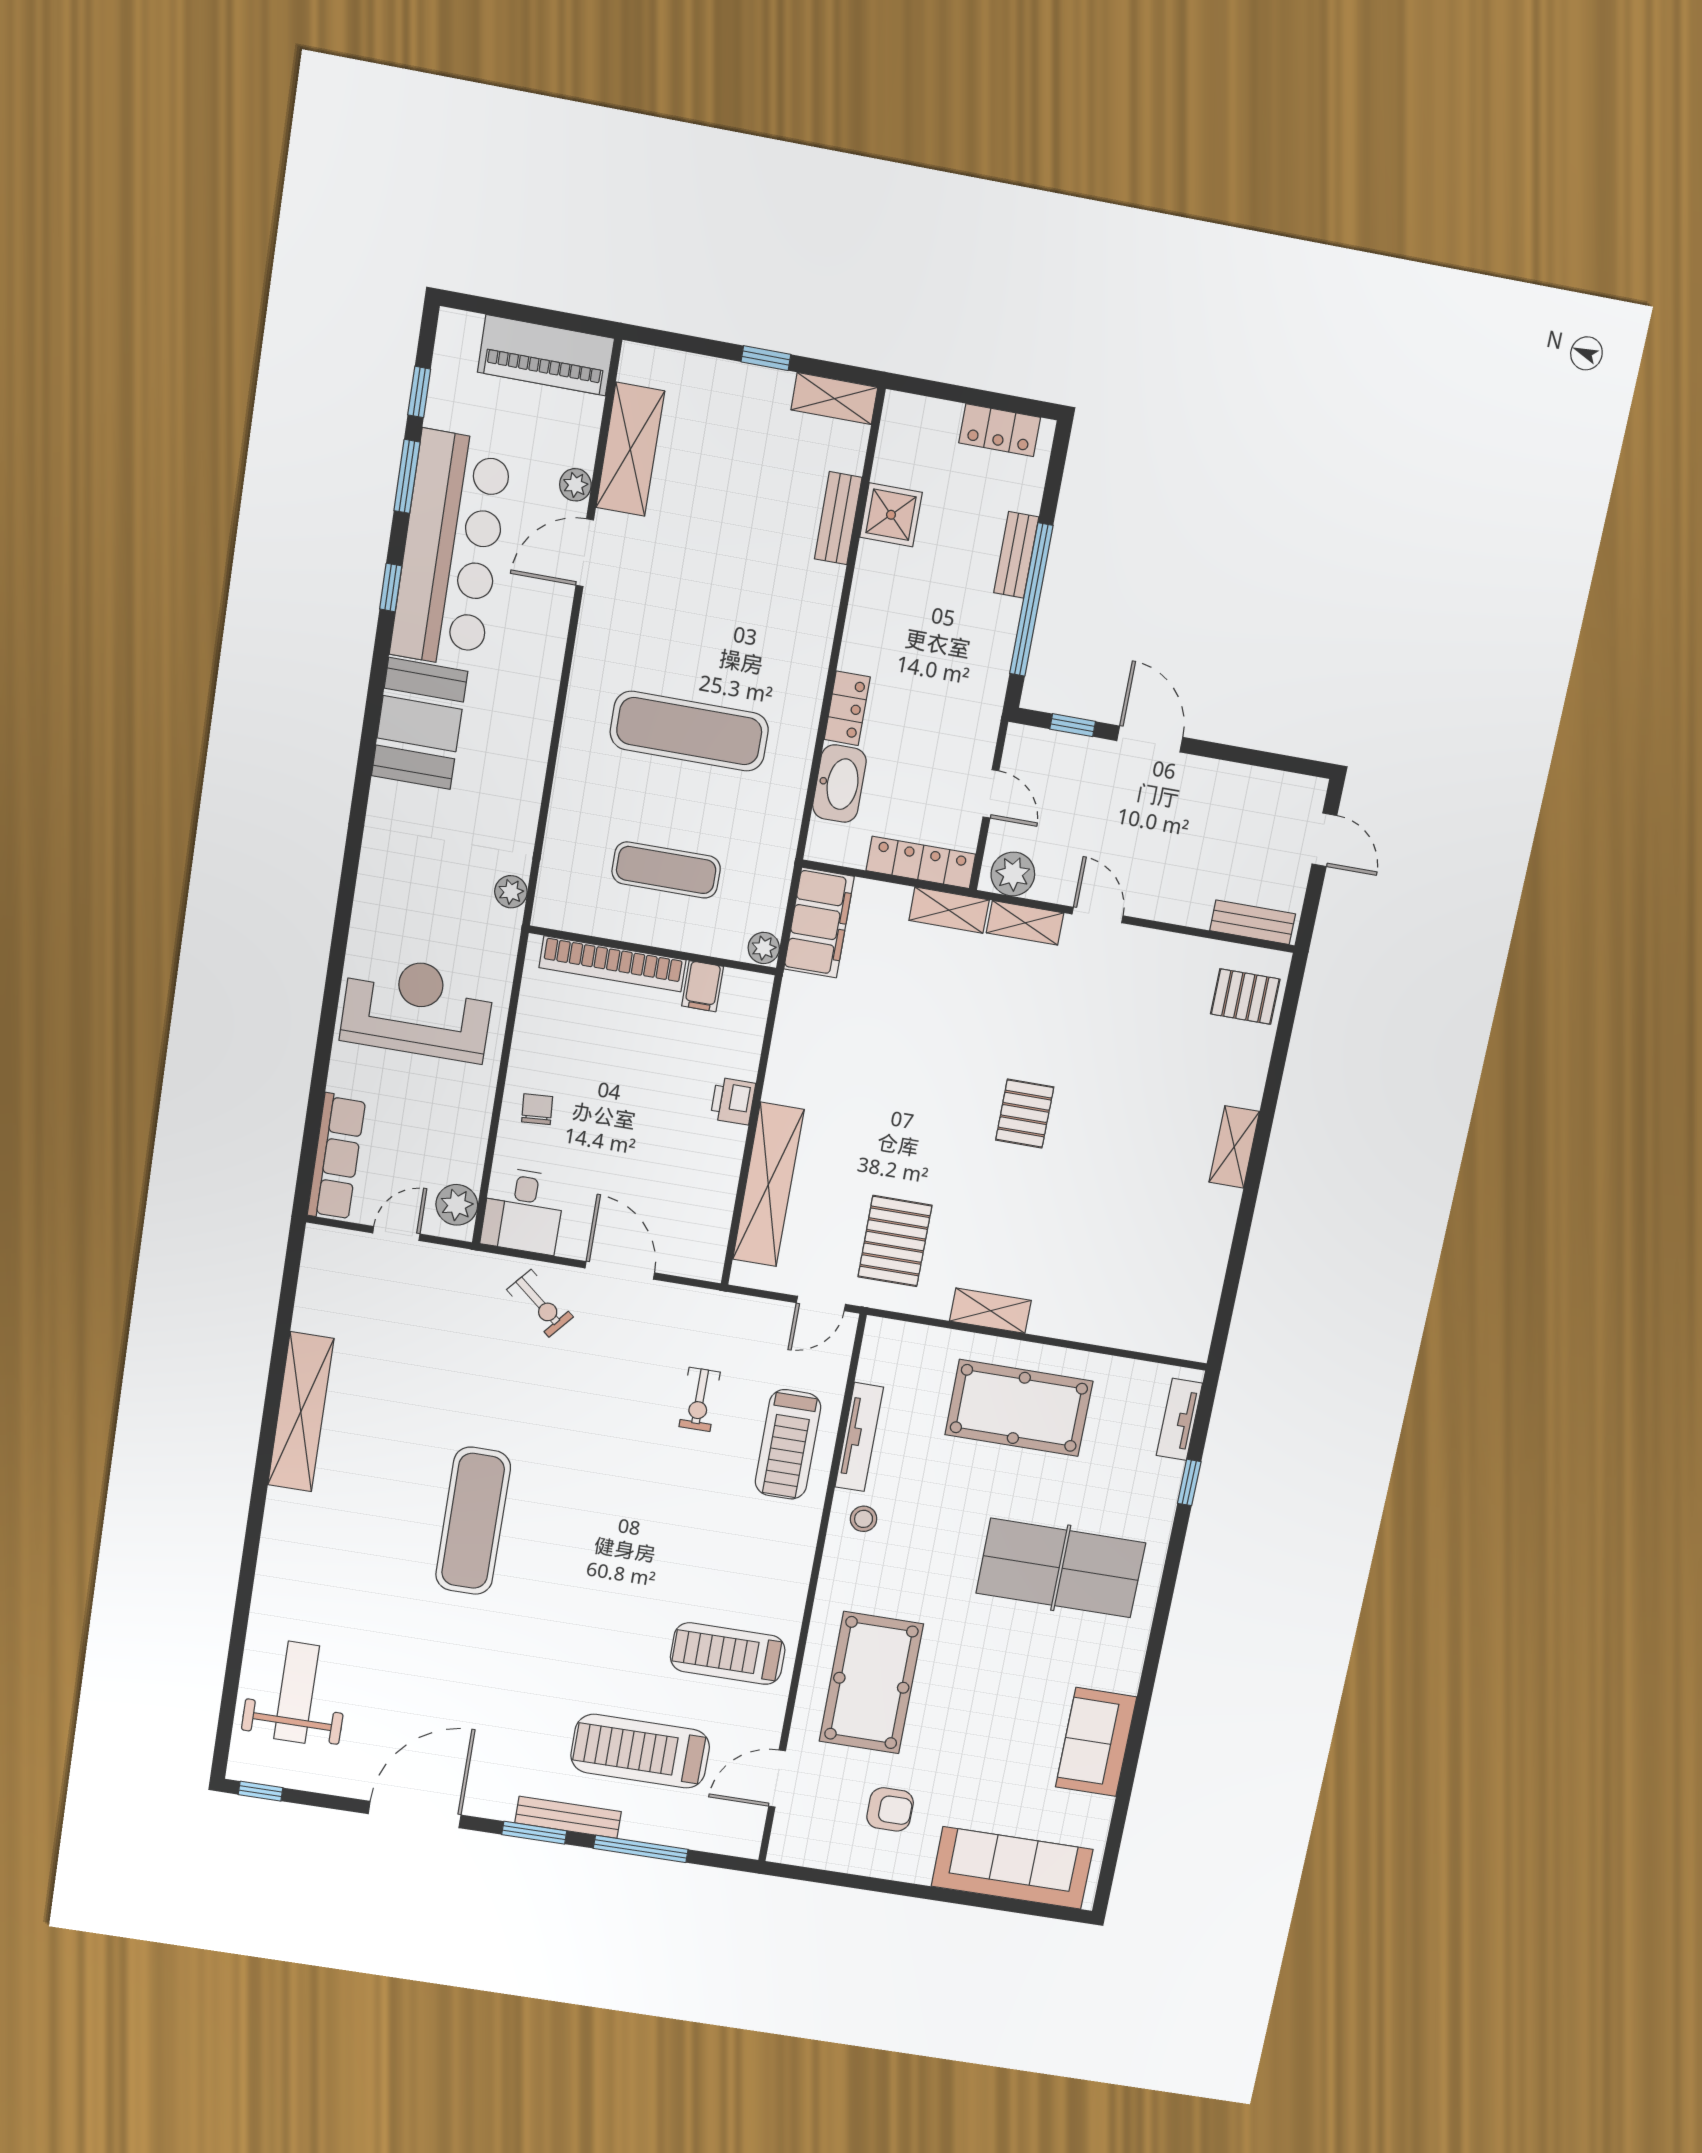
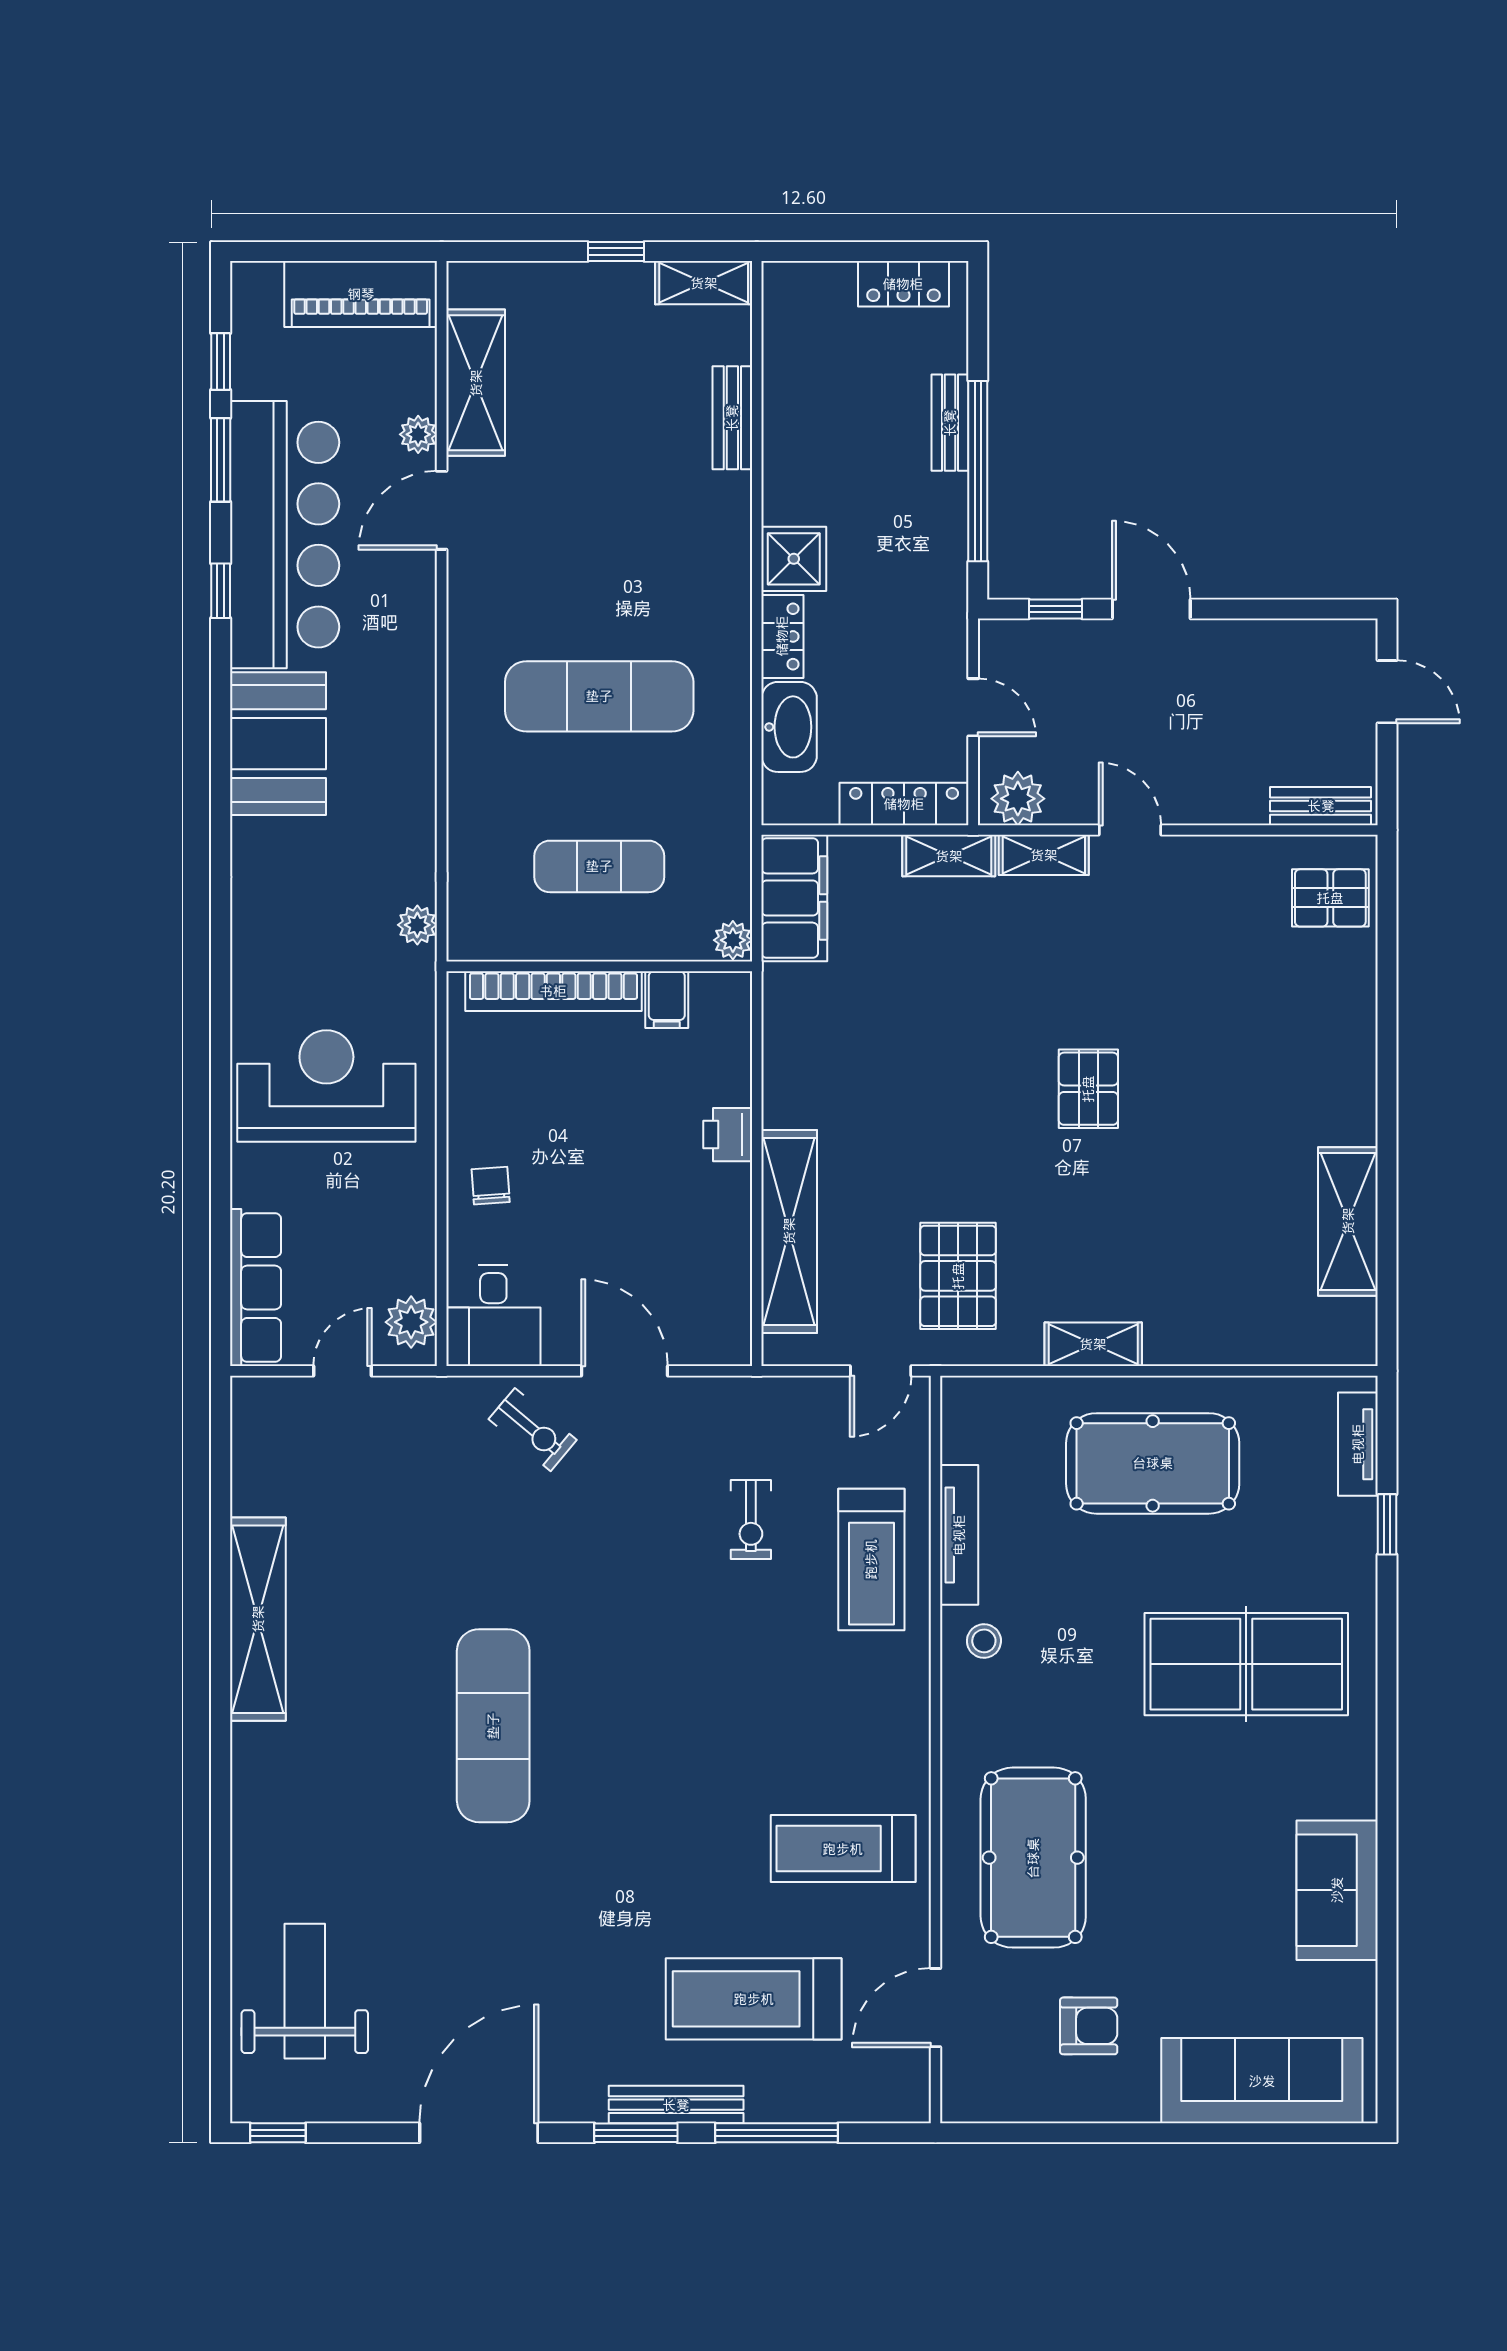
shower: (891, 515) -> (794, 559), moved
shelving: (1234, 1147) -> (1348, 1221), moved, width x1.50, depth x1.33

